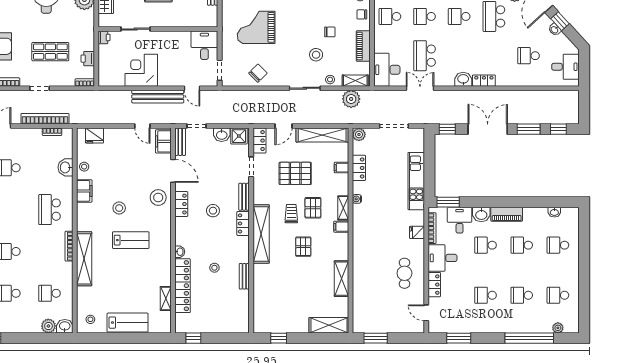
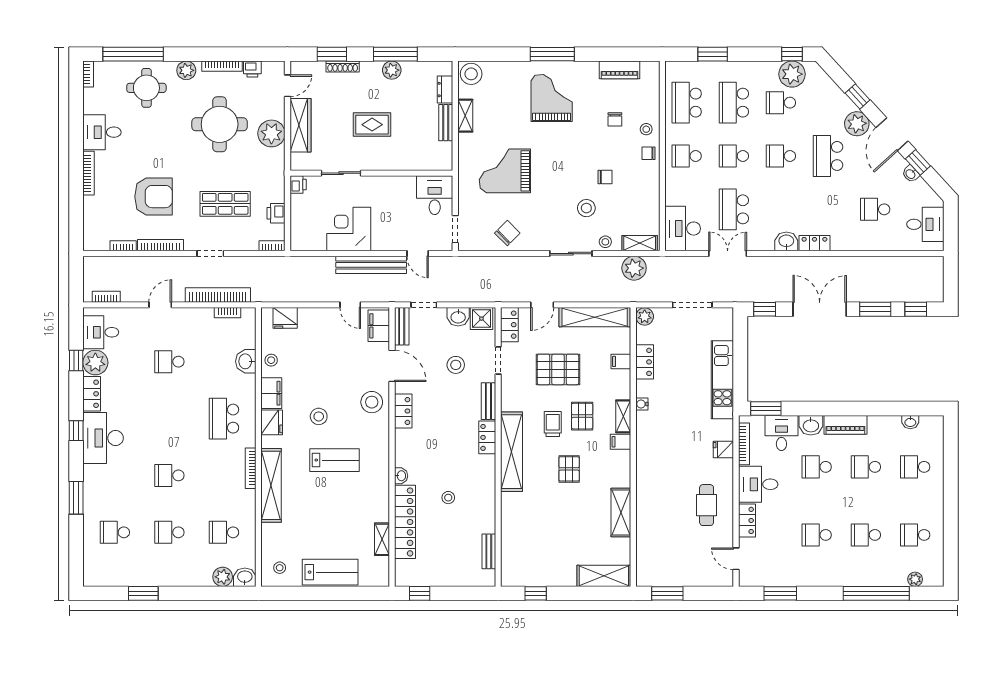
piano: (363, 46) -> (650, 196), removed
stool: (213, 211) -> (456, 365), moved
fridge: (85, 212) -> (272, 422), added
bench: (244, 276) -> (489, 551), moved

